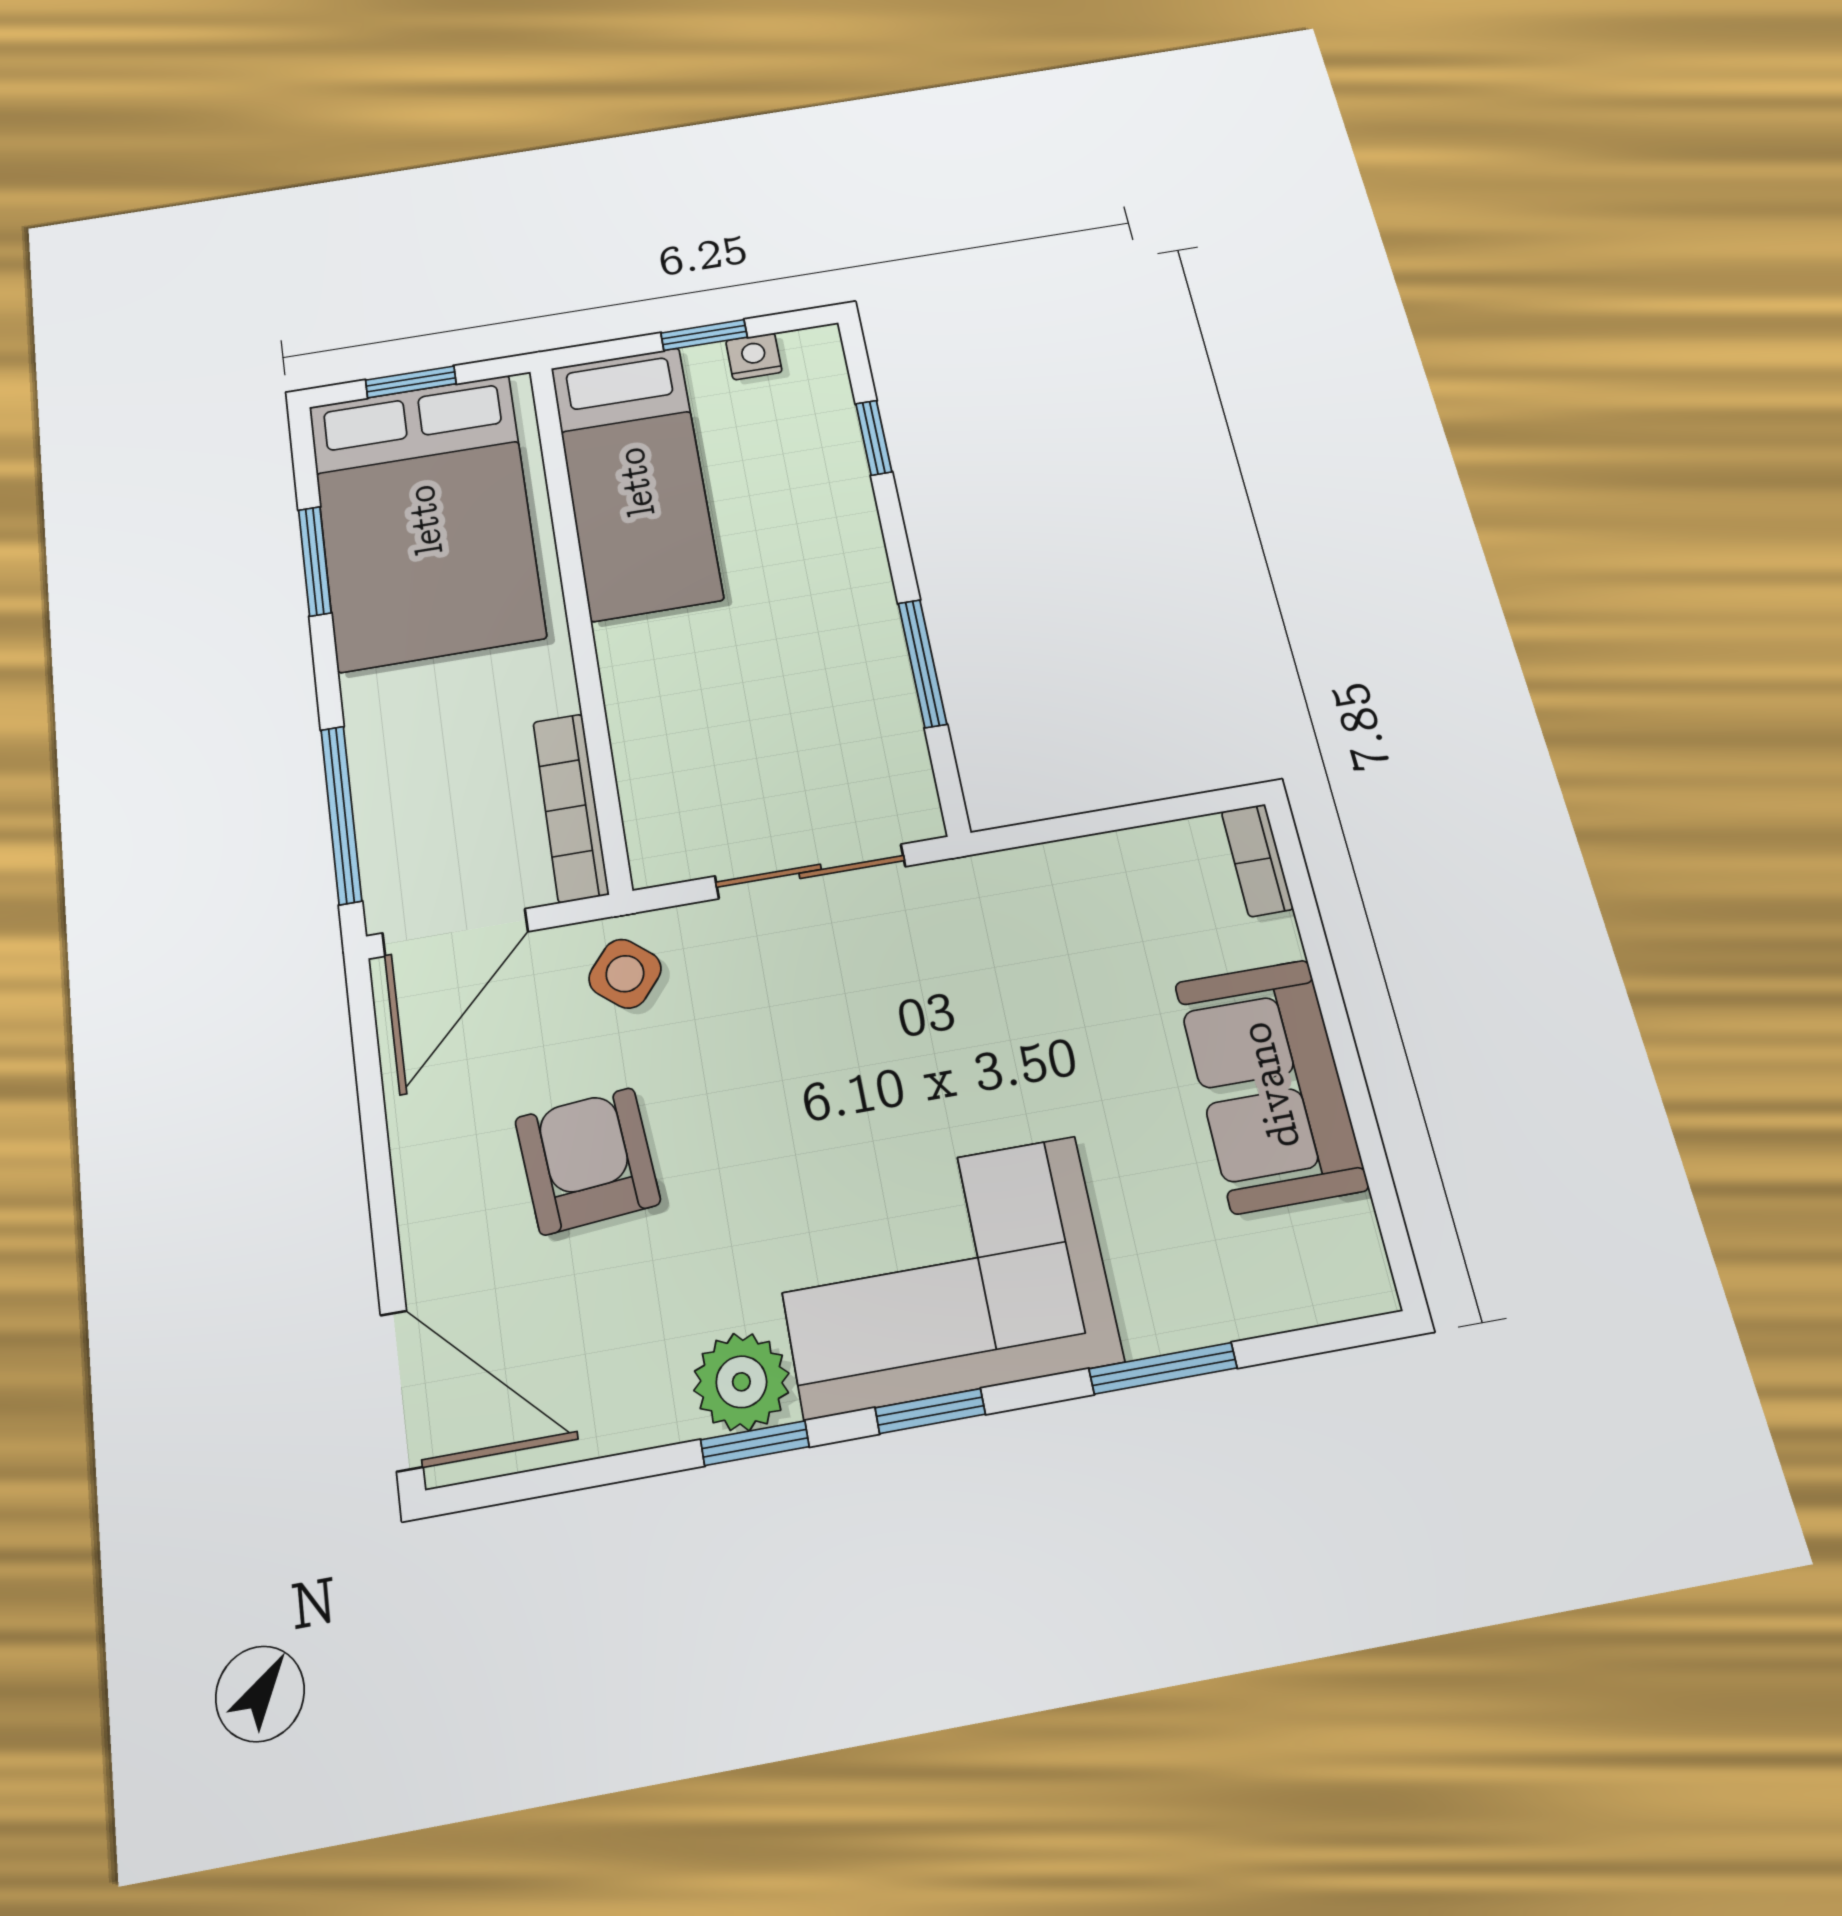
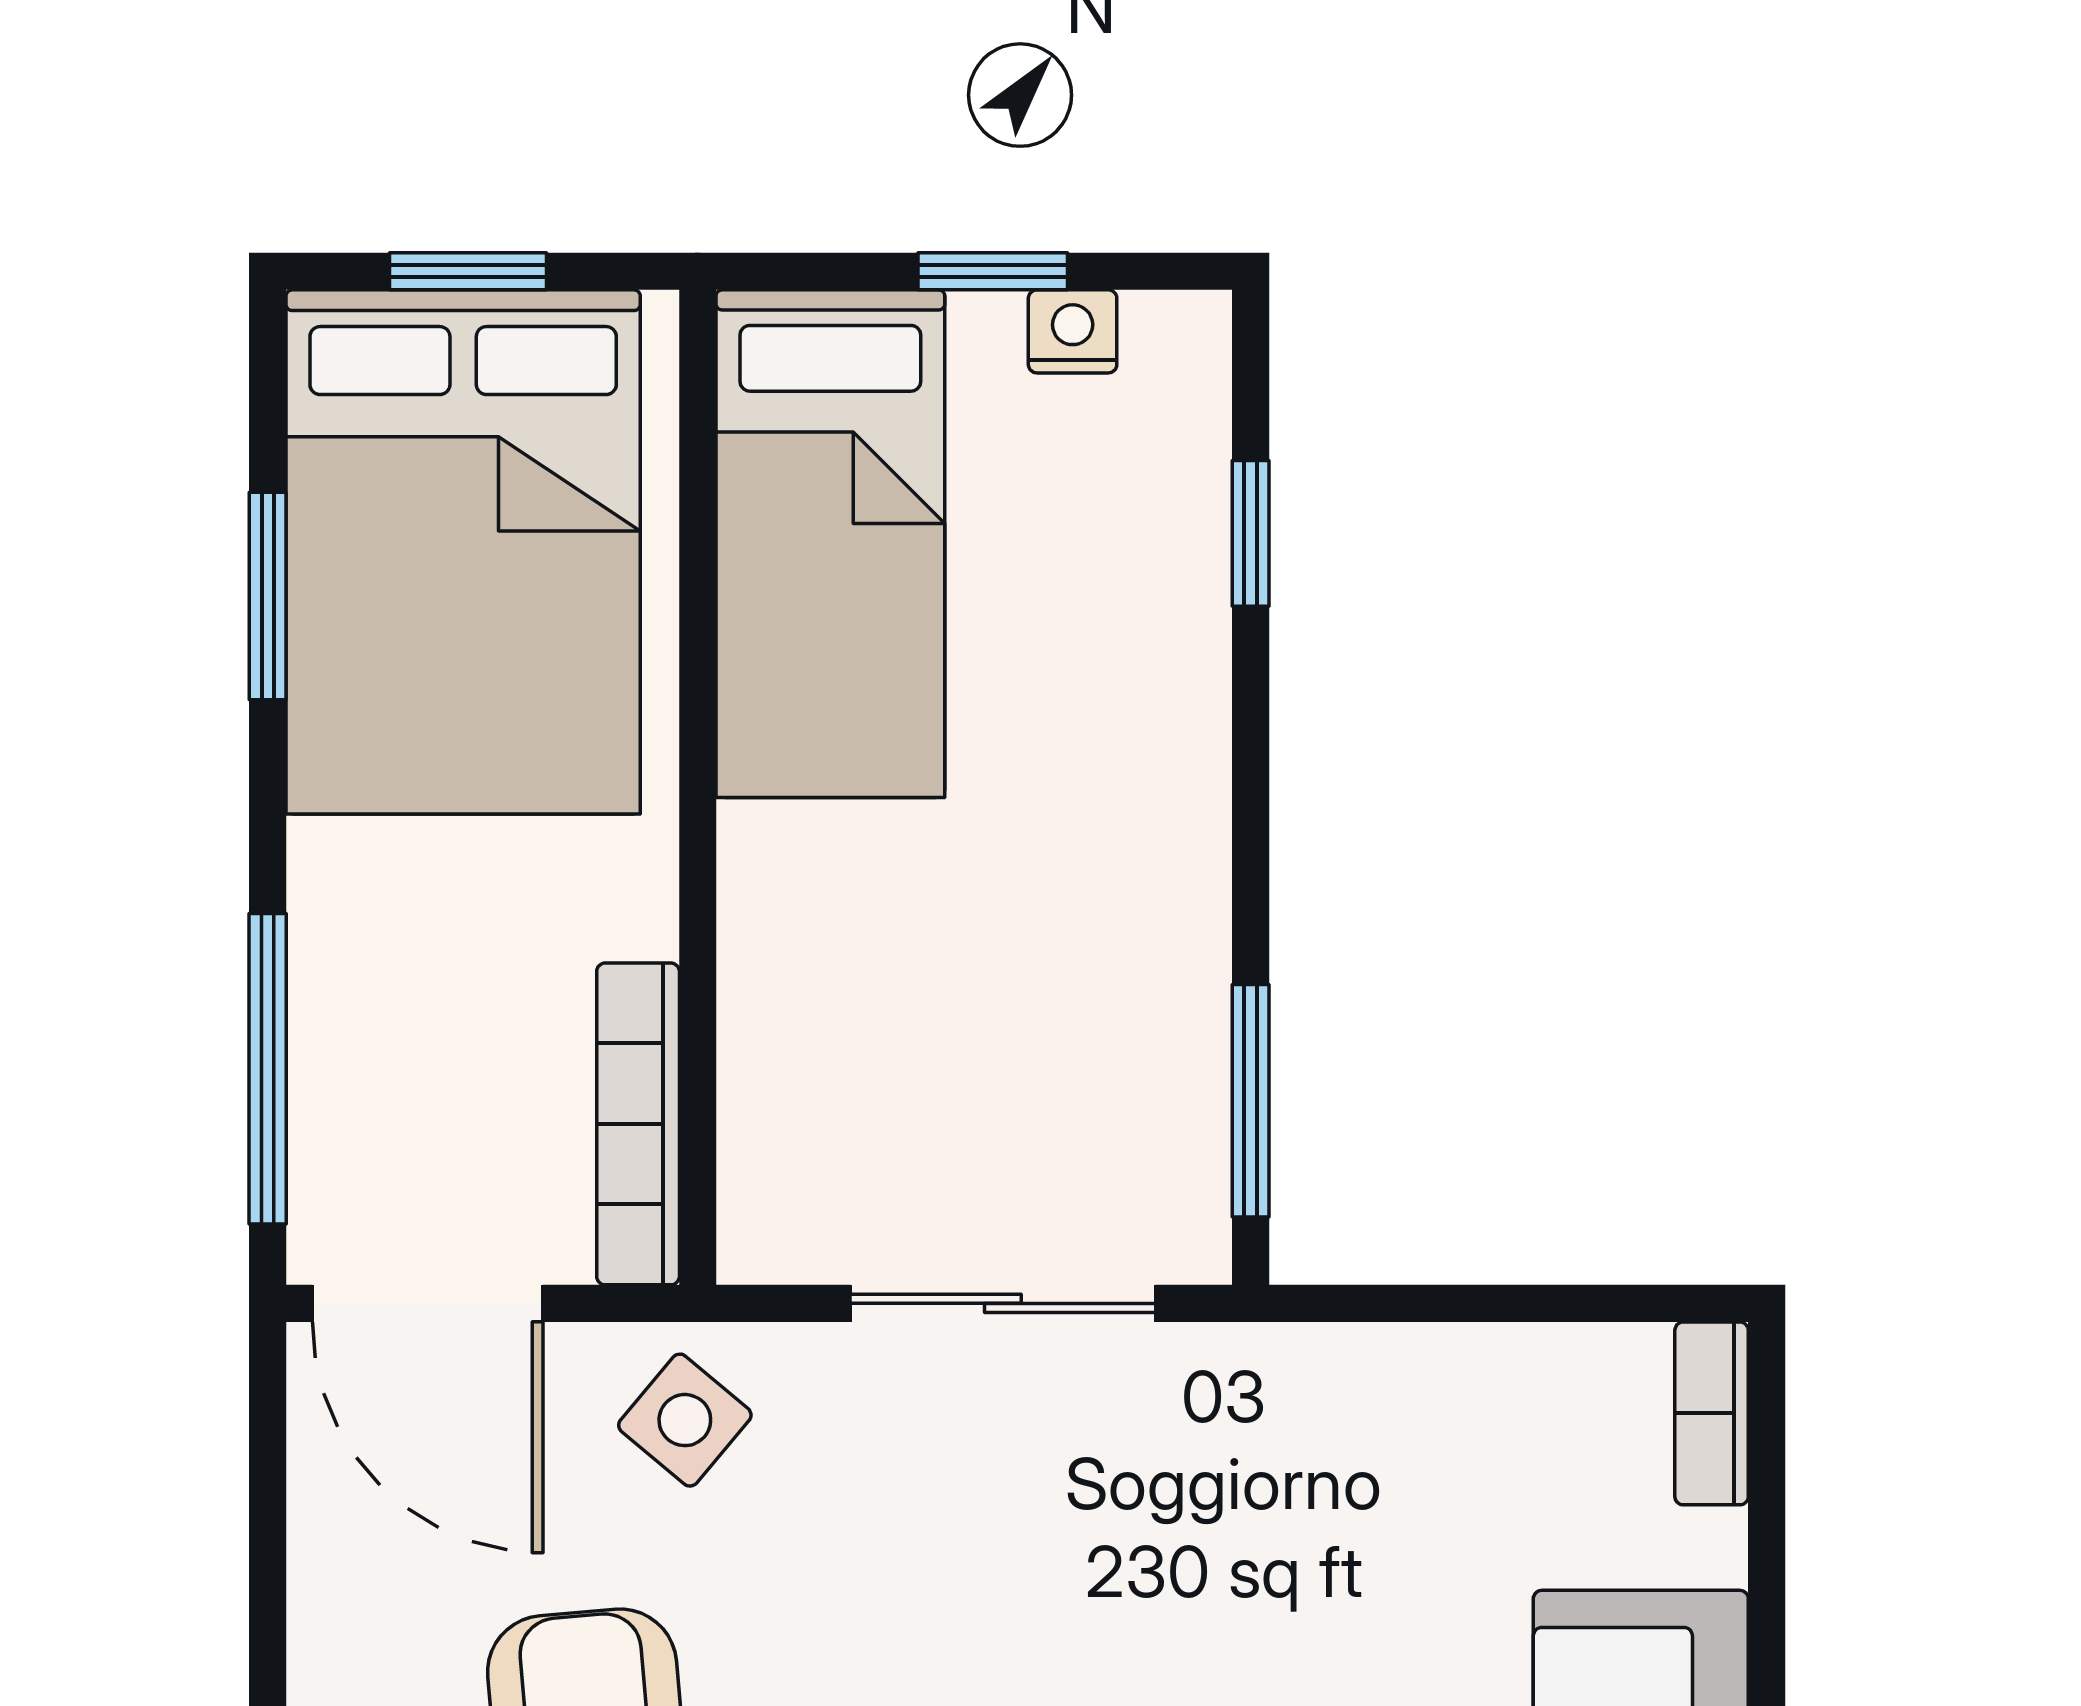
window: (922, 663) -> (1251, 1101), moved
door: (455, 932) -> (428, 1303), hinge flipped

